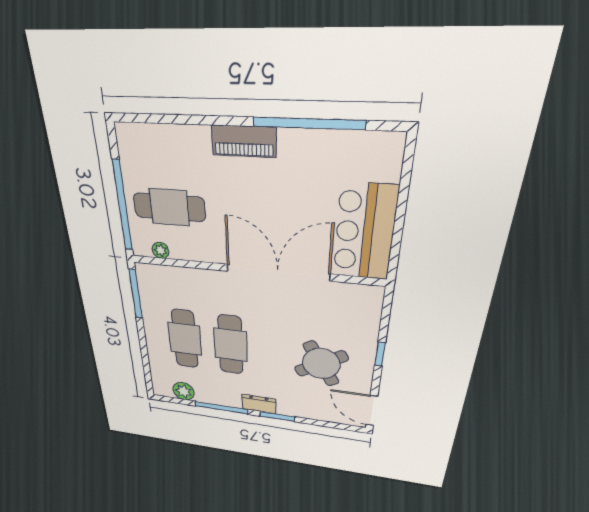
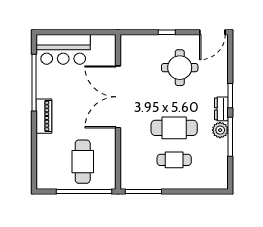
bar counter: (365, 232) -> (63, 49), moved
plant: (161, 250) -> (111, 170), removed
cafe table: (185, 339) -> (174, 160), width x0.73, depth x0.74
round table: (321, 364) -> (180, 68), turned 31
plant: (184, 391) -> (220, 130), moved

